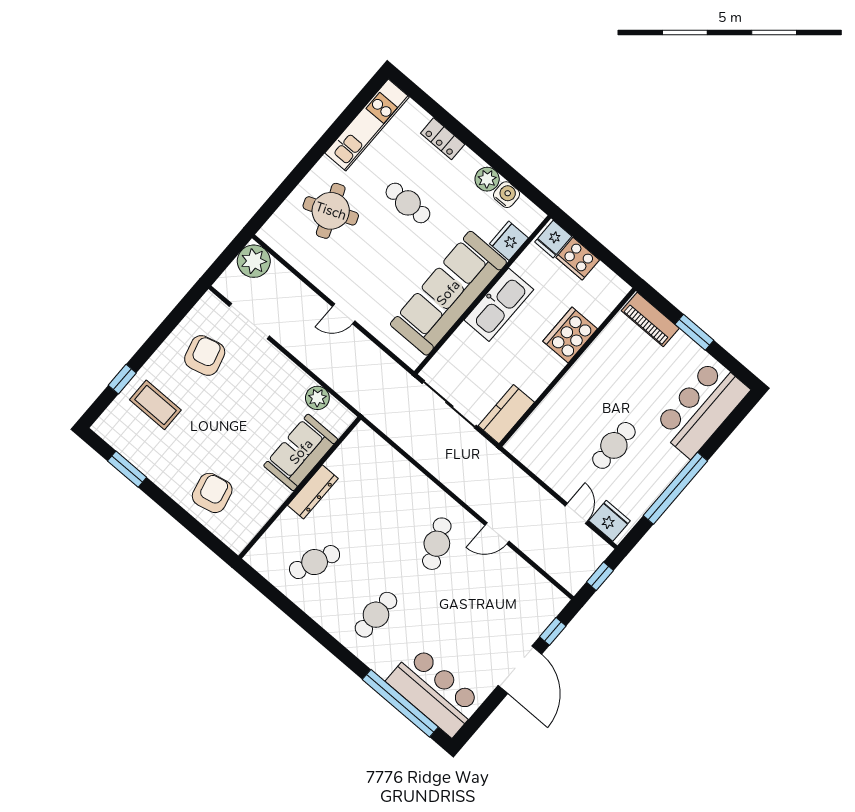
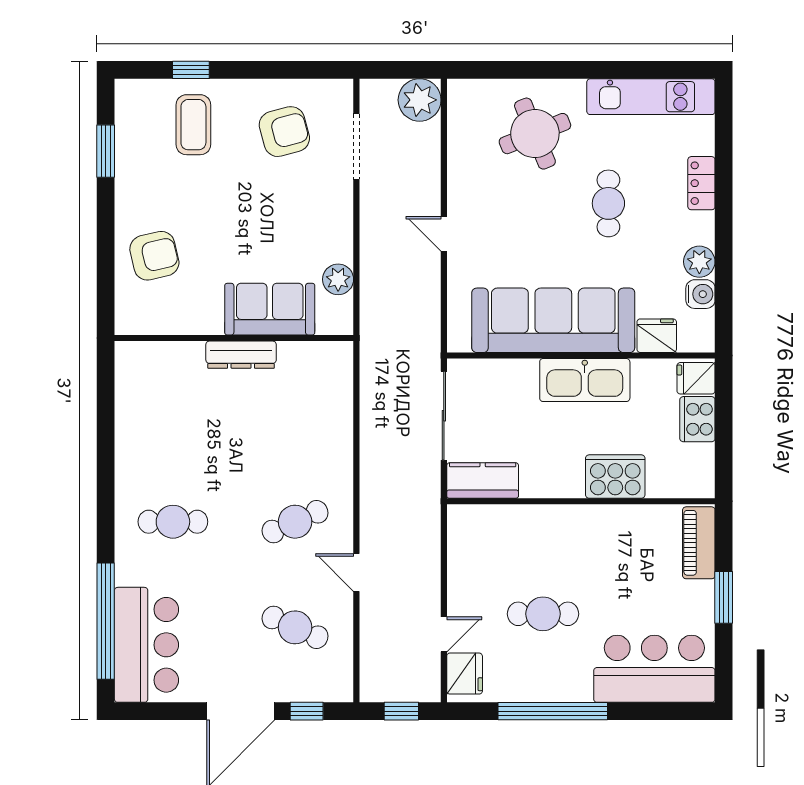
cafe table: (315, 562) -> (295, 627), moved

